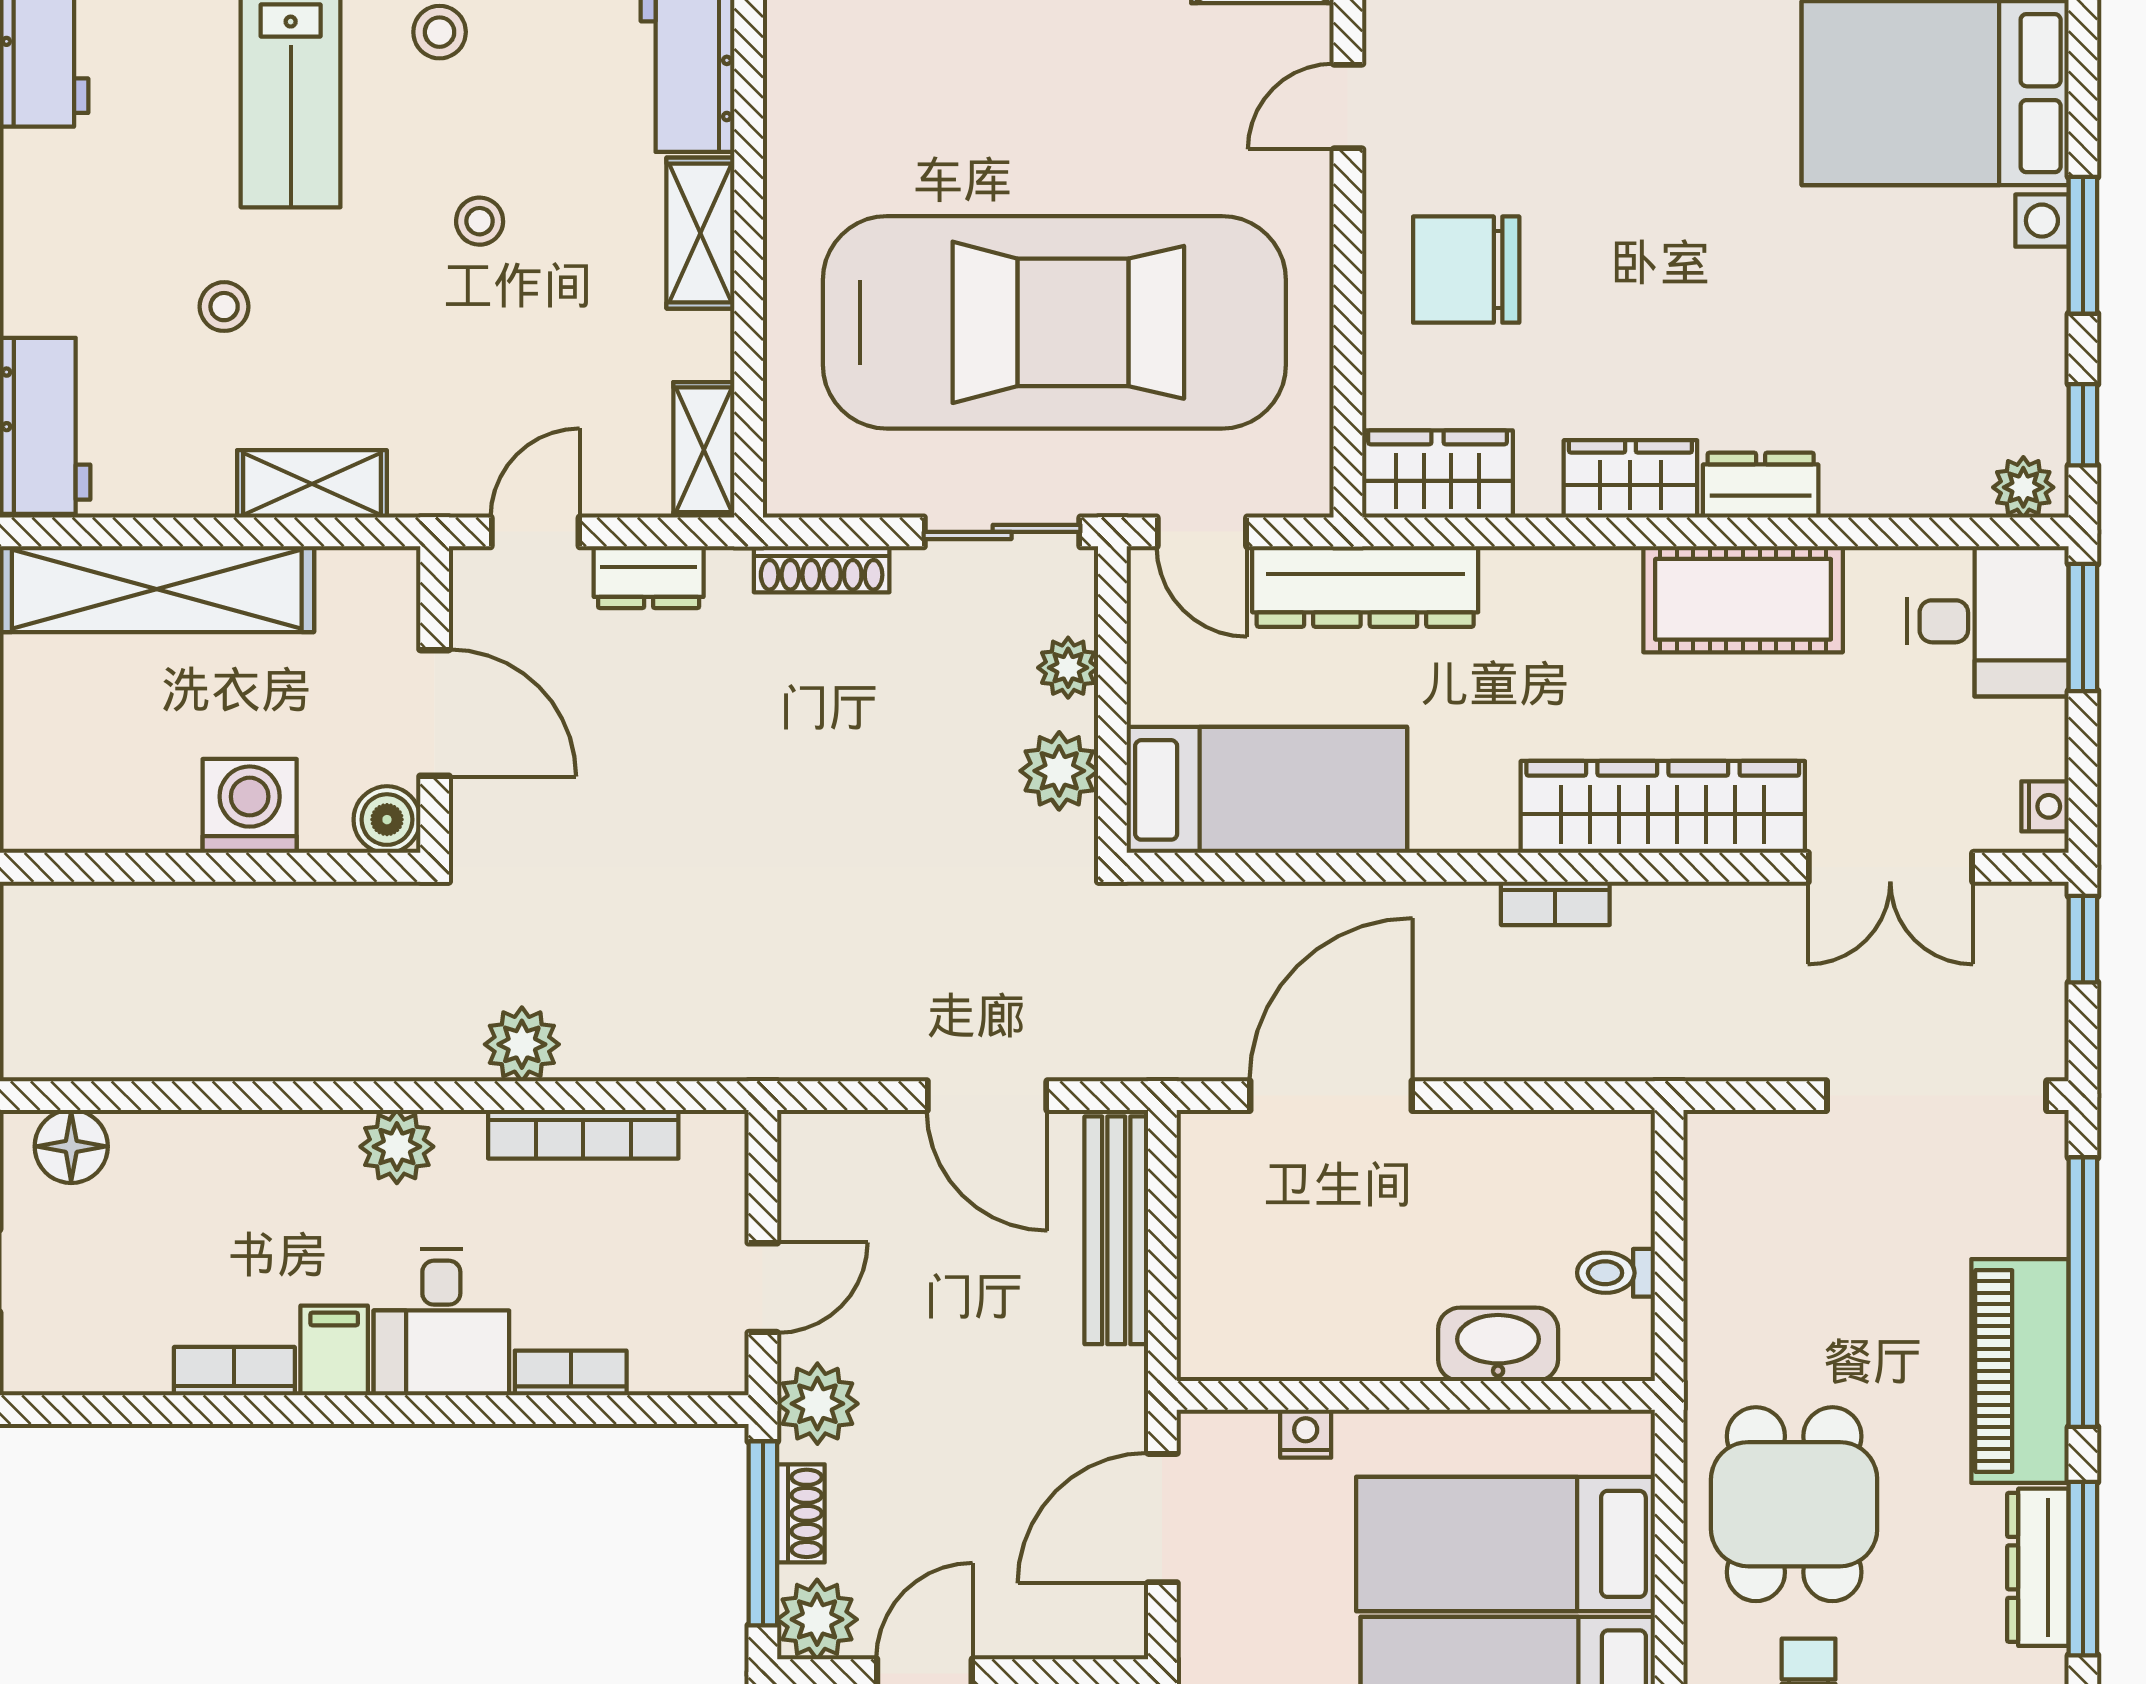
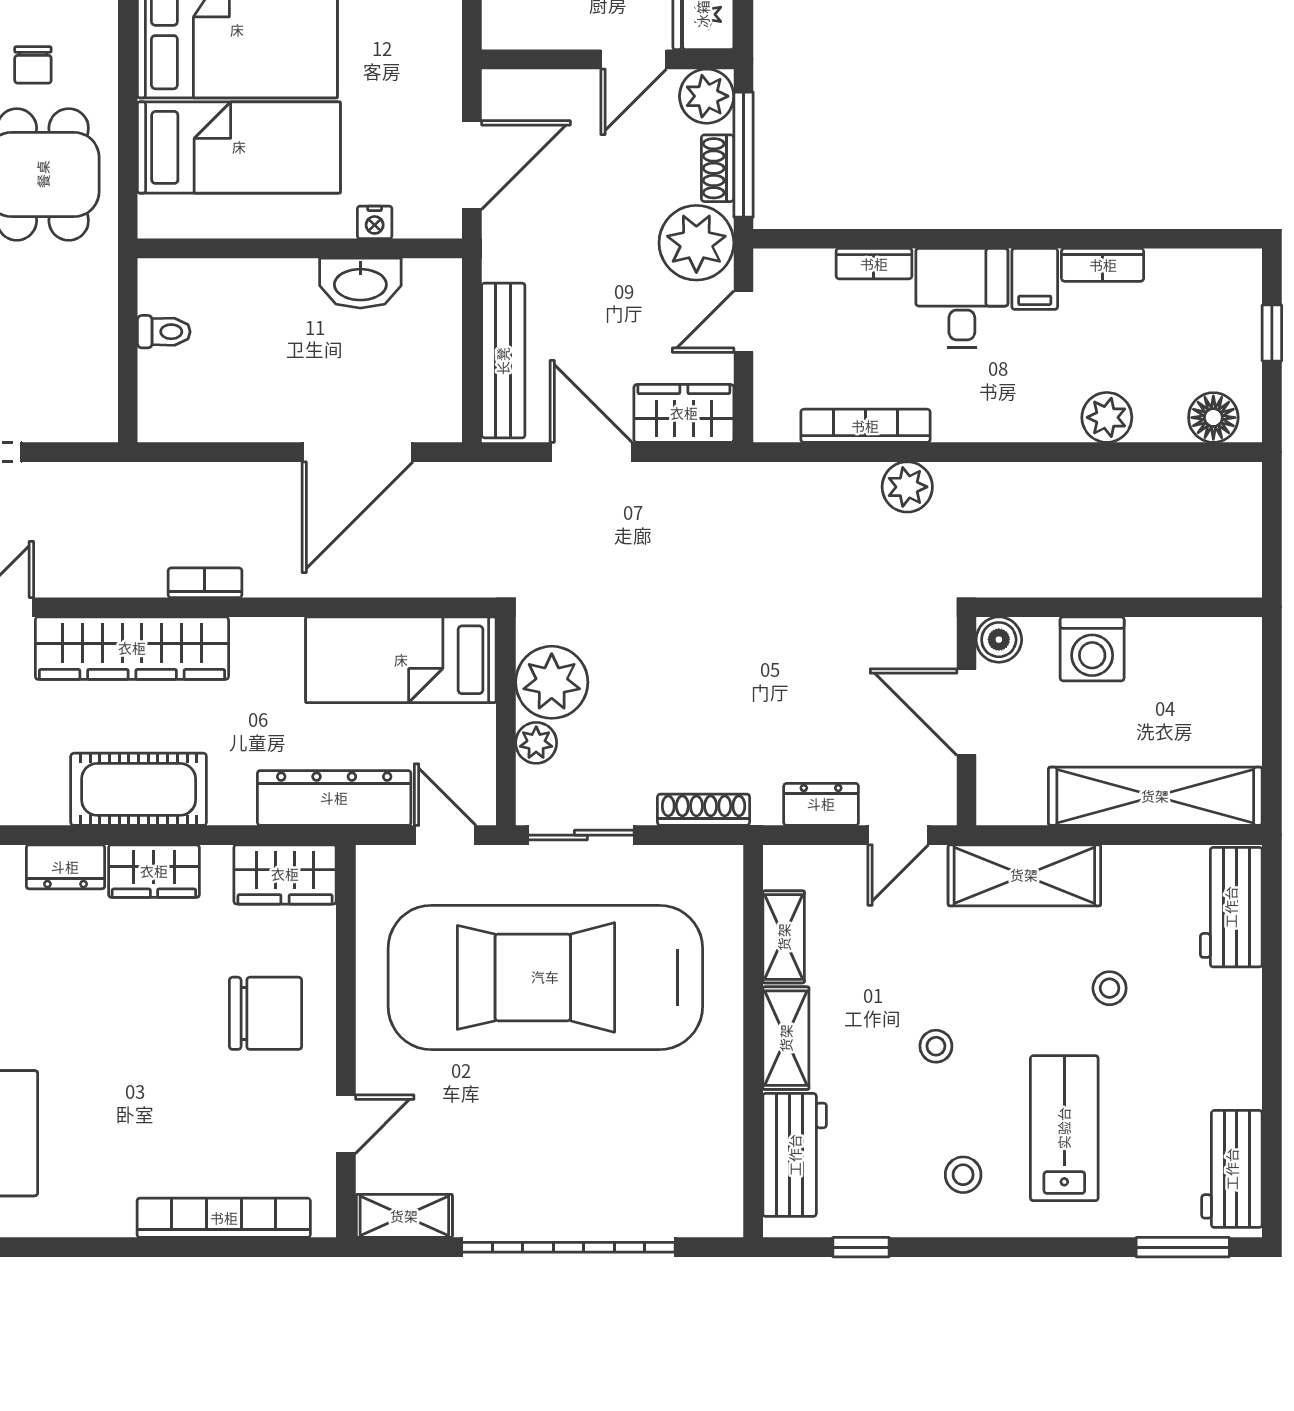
shelving: (704, 450) -> (784, 937), moved
shelving: (312, 484) -> (1024, 875), width x1.50, depth x1.33
cot: (1743, 599) -> (139, 789), moved
plant: (1059, 771) -> (552, 682), width x1.36, depth x1.36
plant: (397, 1147) -> (1107, 417), moved
wardrobe: (851, 1152) -> (684, 413), added
washbasin: (1498, 1344) -> (360, 283), moved
plant: (817, 1404) -> (696, 243), width x1.36, depth x1.36

